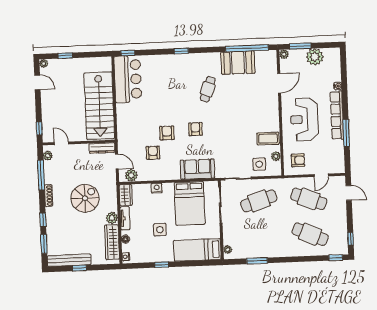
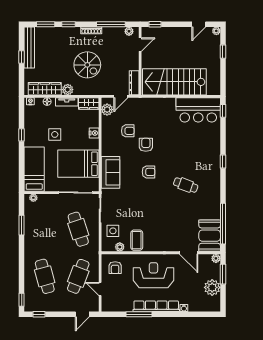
booth: (238, 63) -> (210, 236), moved
armchair: (167, 133) -> (146, 145), turned -90
cafe table: (310, 234) -> (45, 276), turned -39

